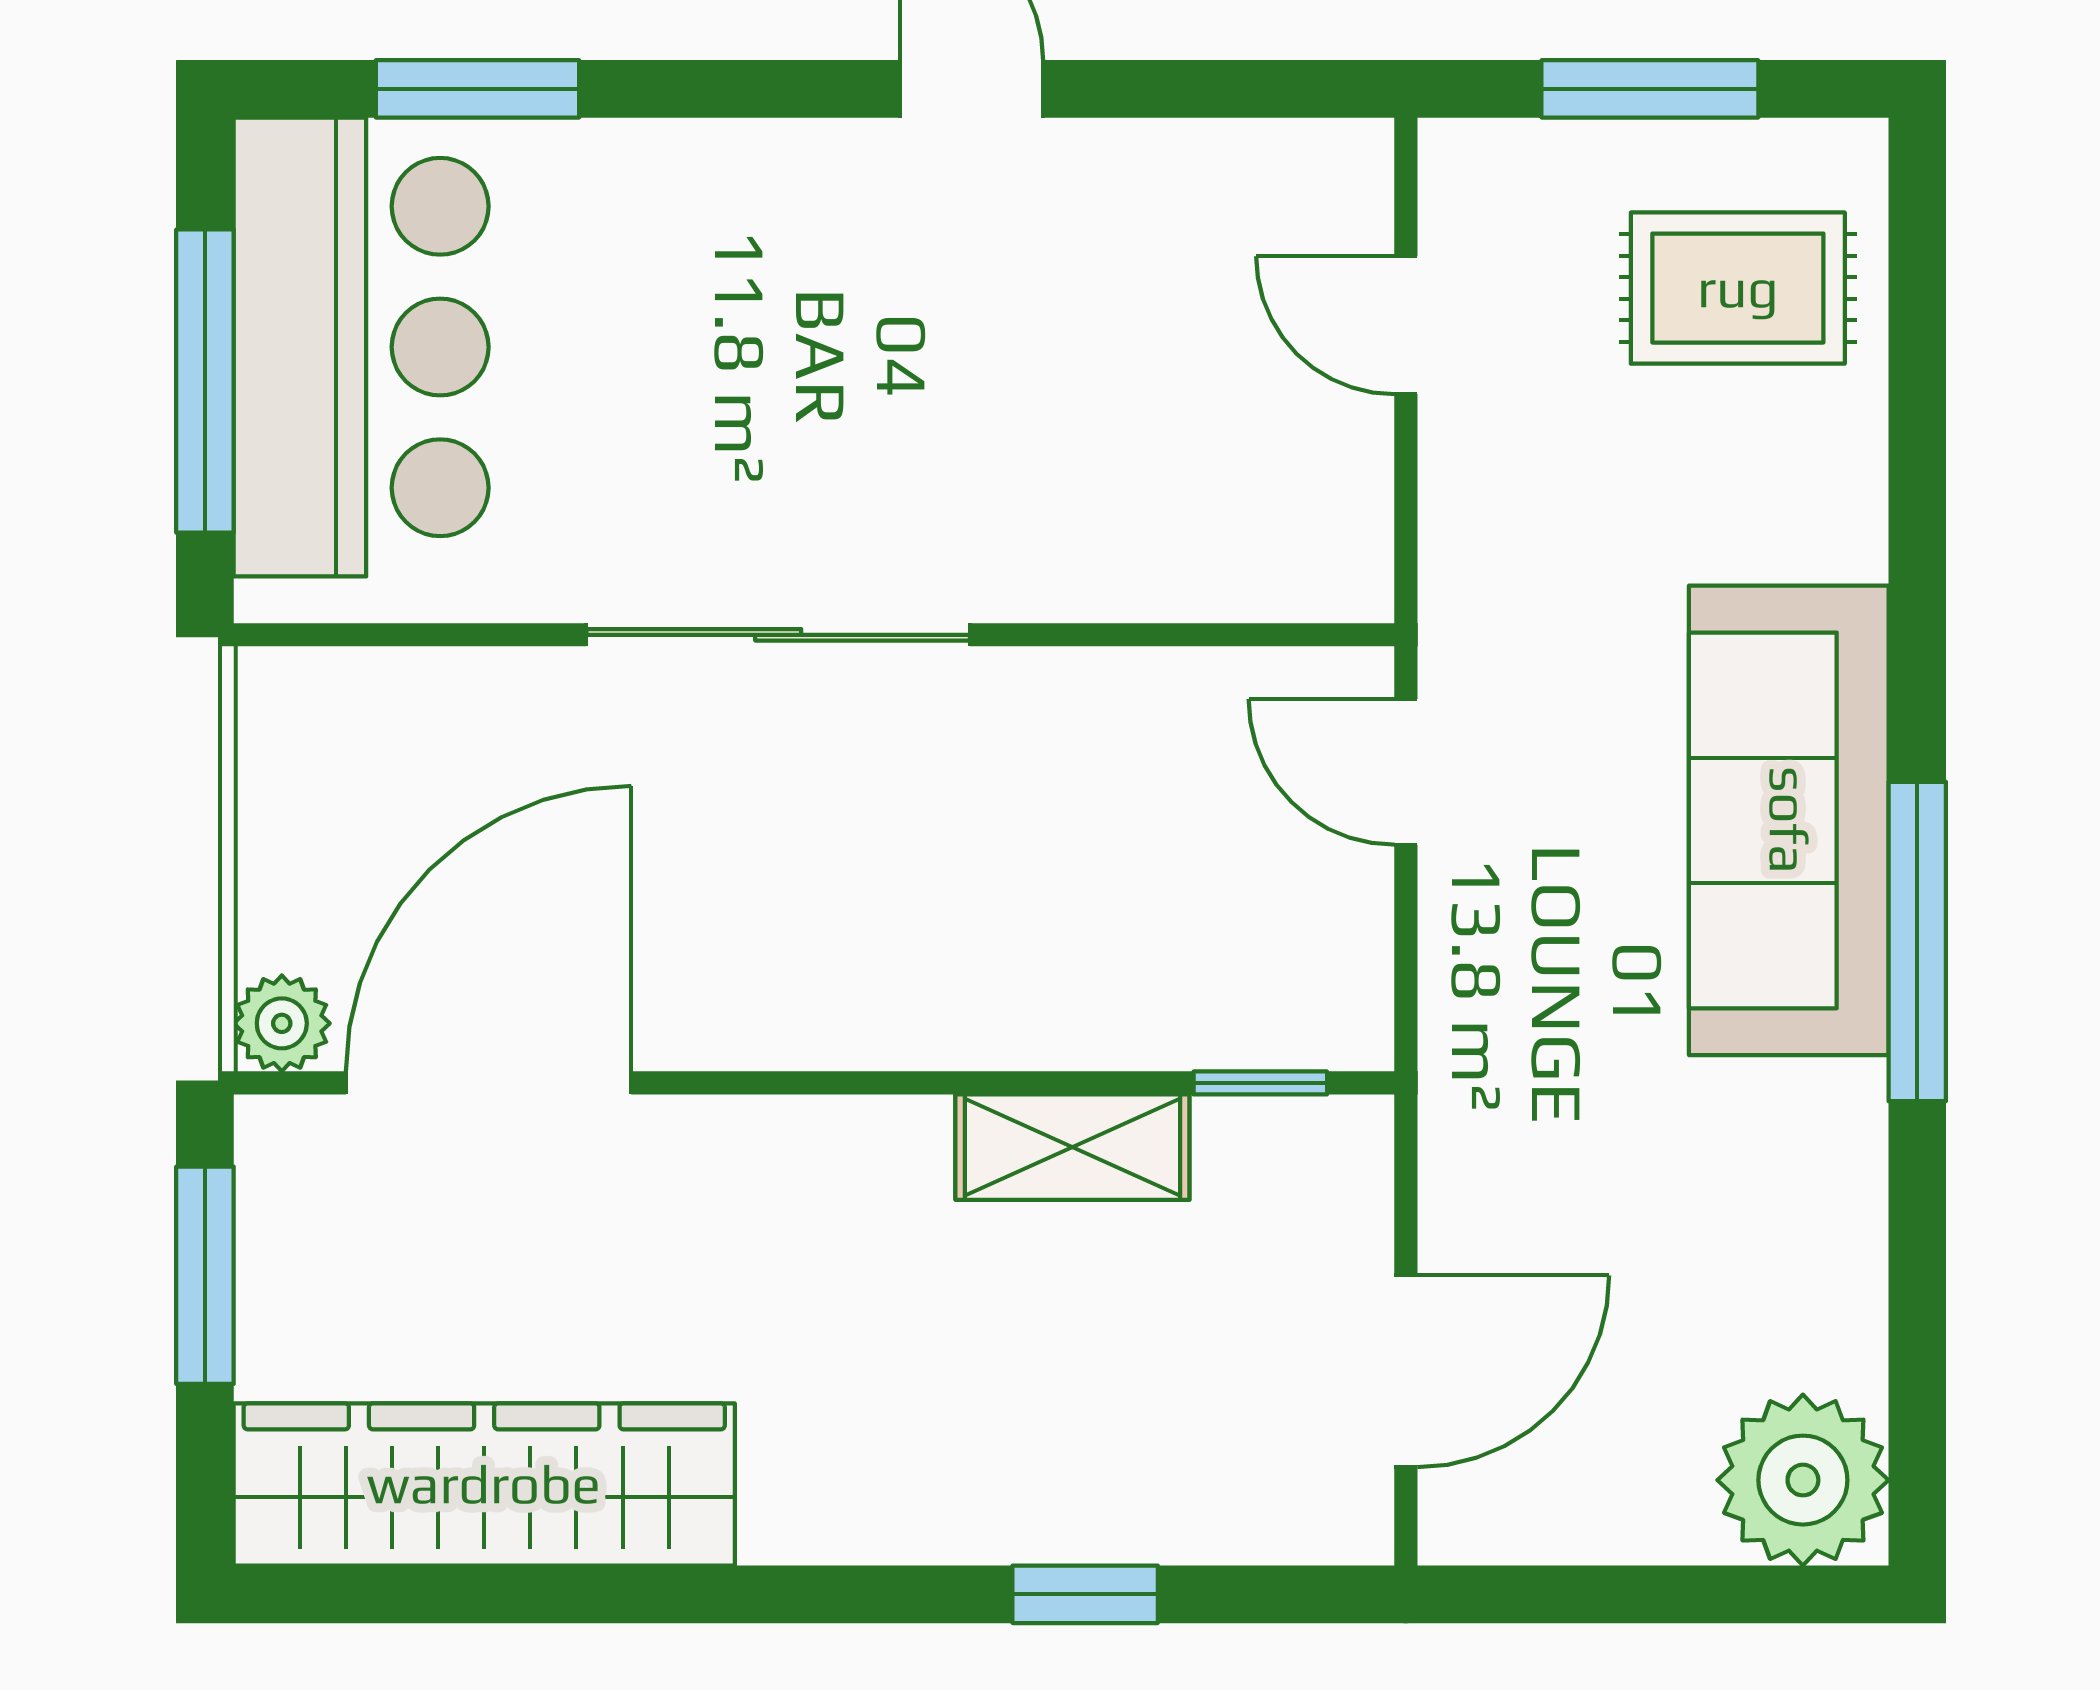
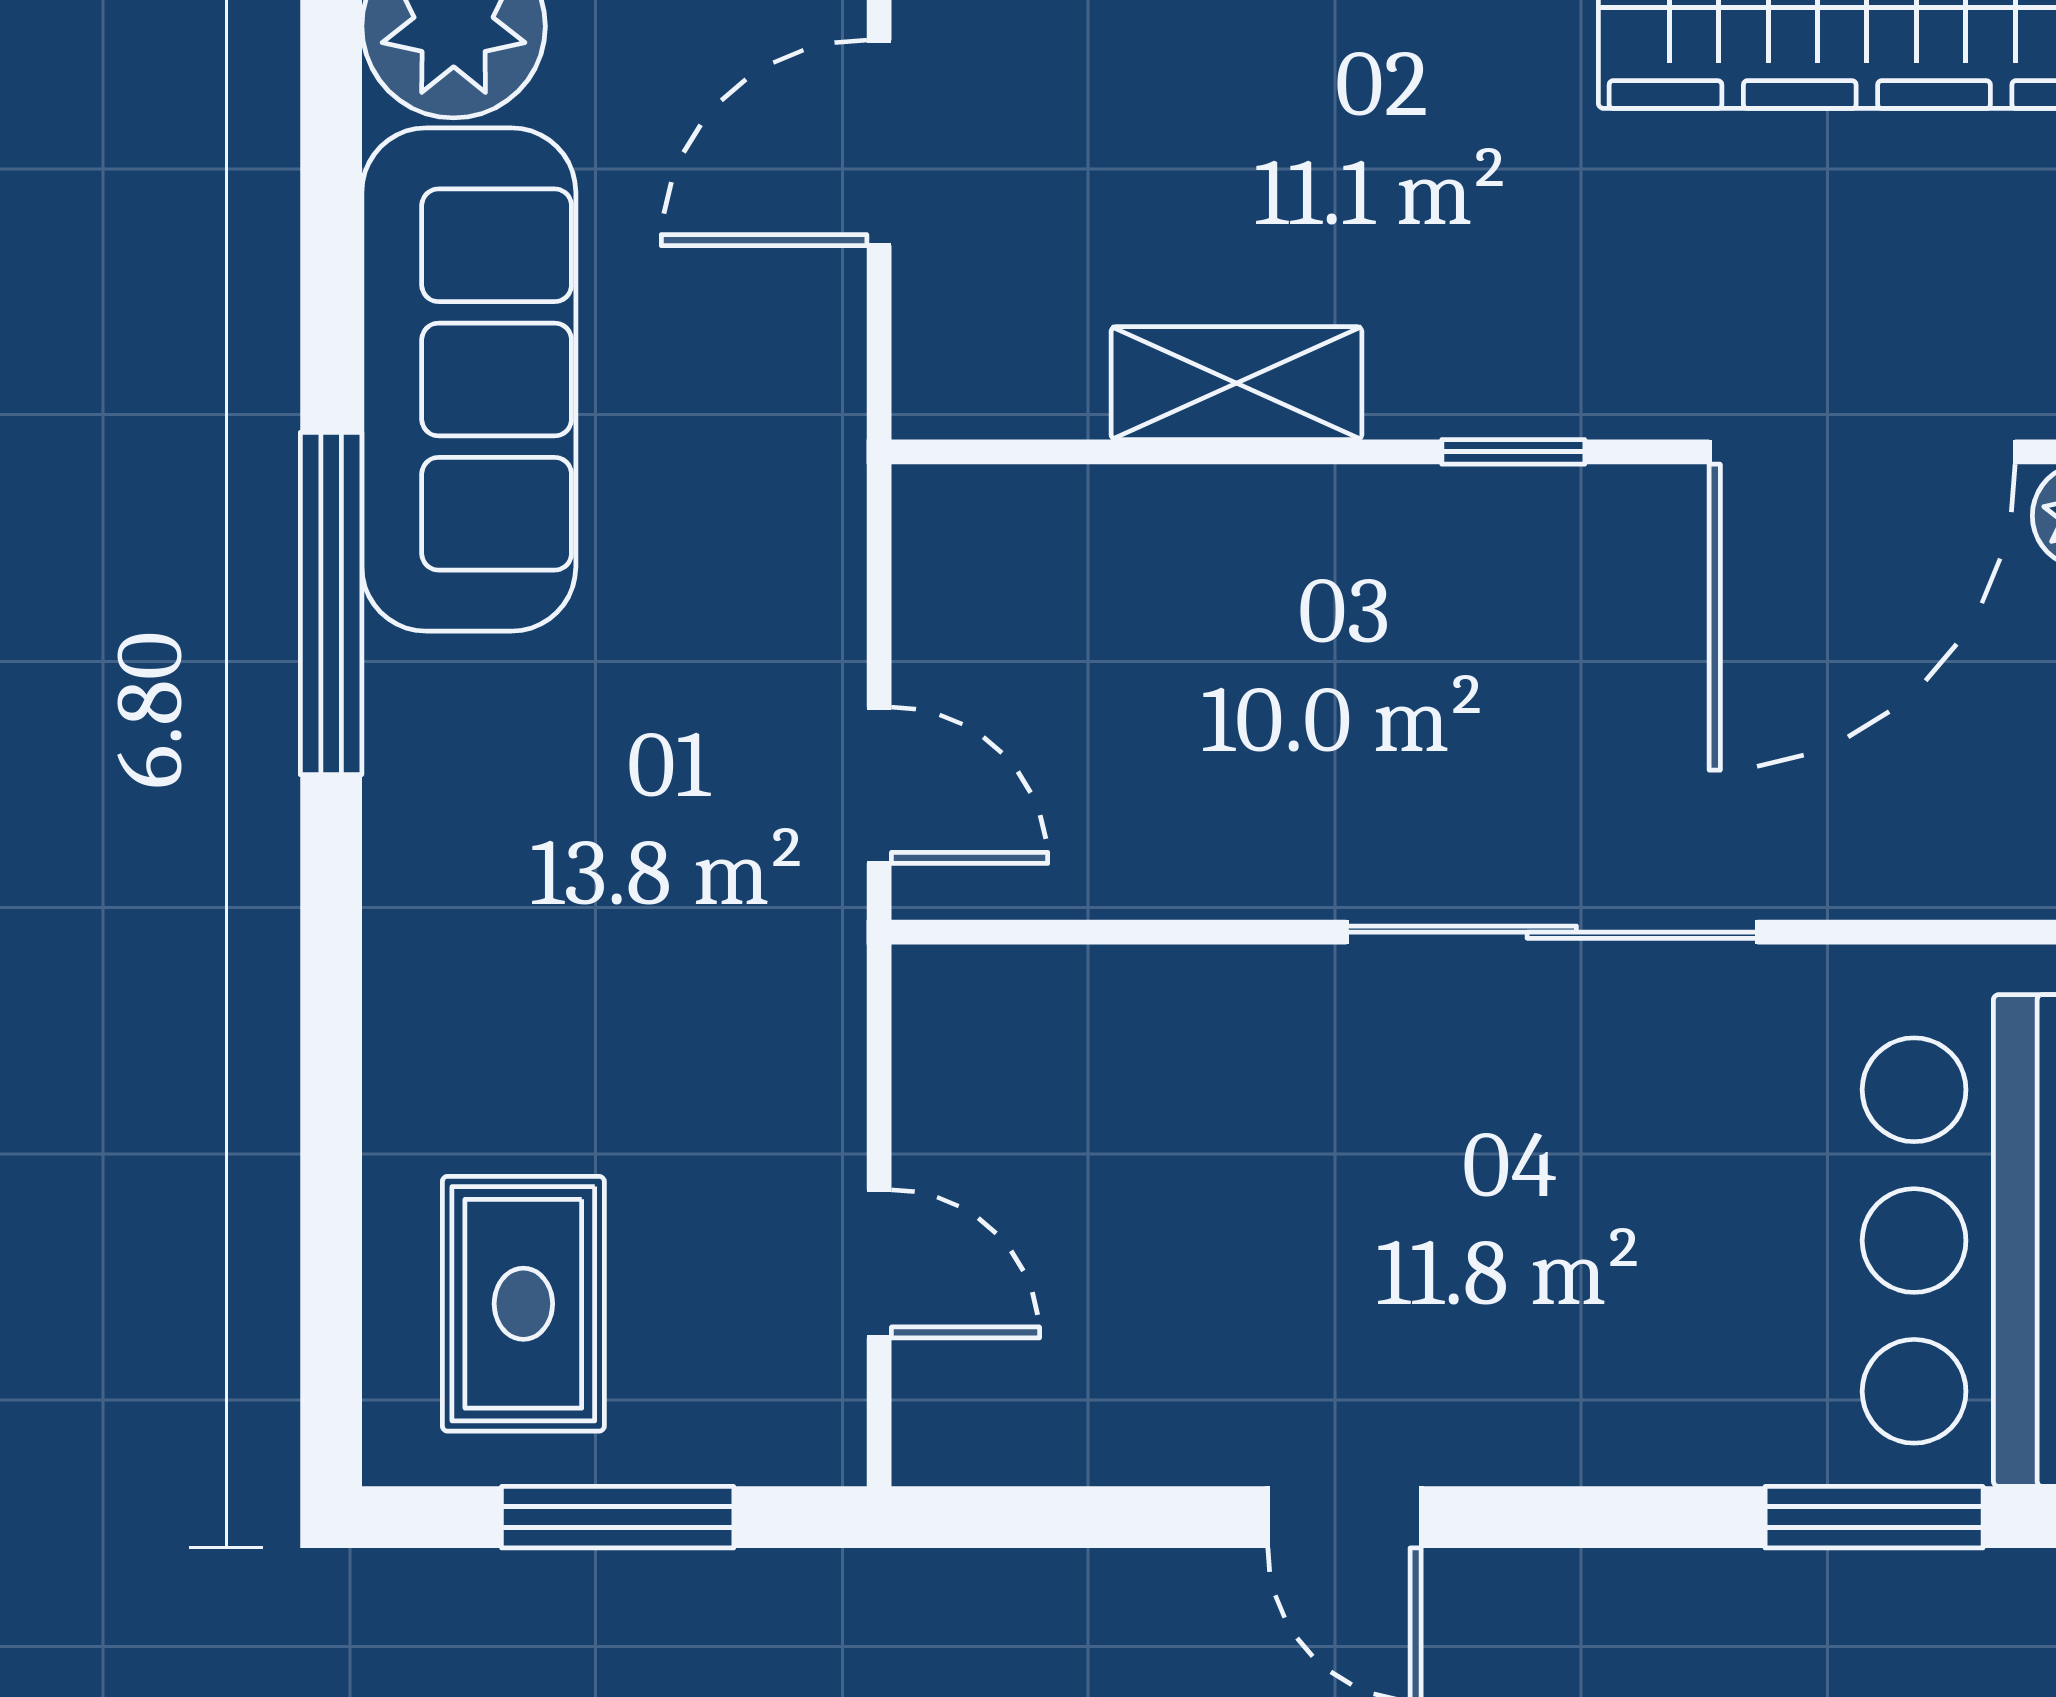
rug: (1738, 288) -> (523, 1304), turned 90
sofa: (1789, 820) -> (469, 380), moved
window: (1260, 1083) -> (1513, 452), moved

